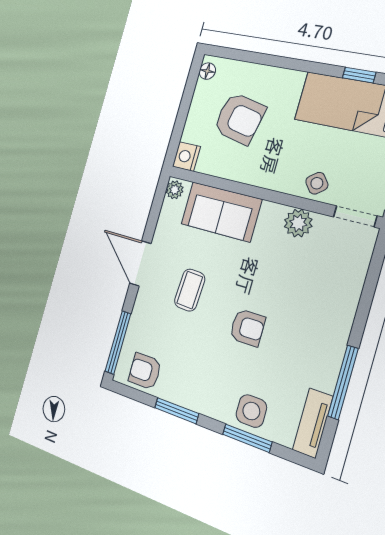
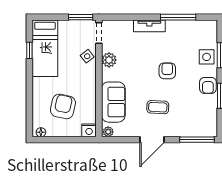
armchair: (145, 371) -> (208, 85), moved
tv unit: (313, 423) -> (149, 26), moved

